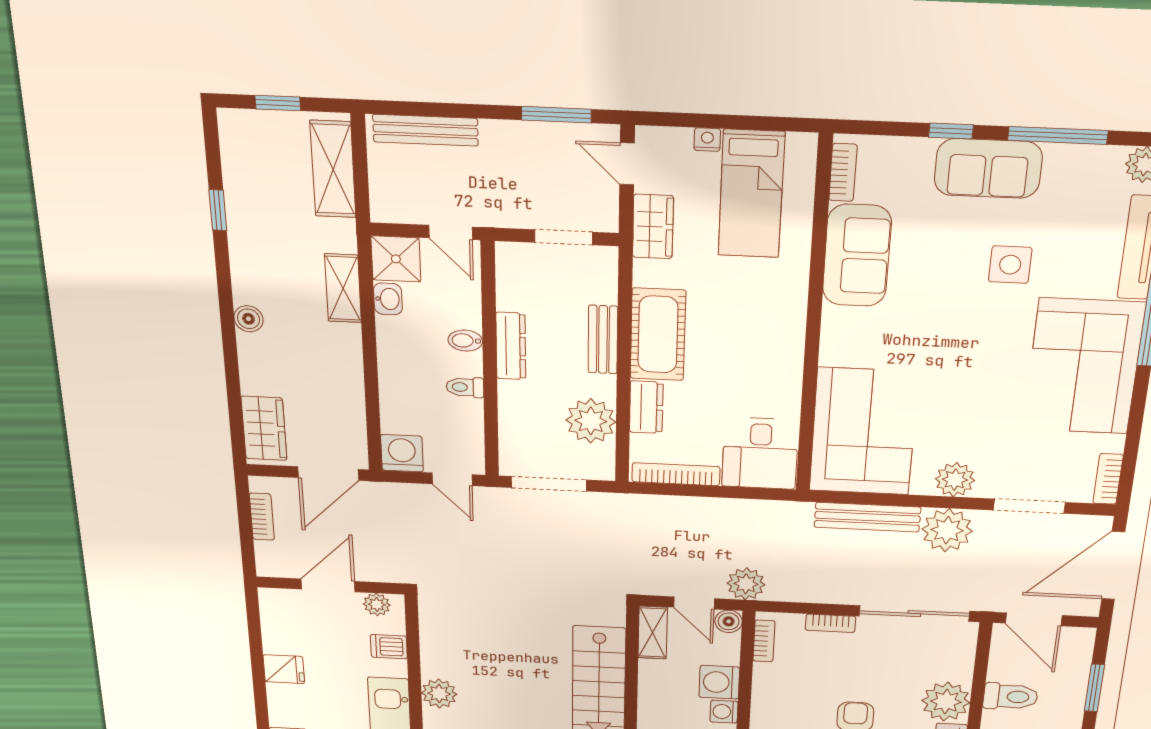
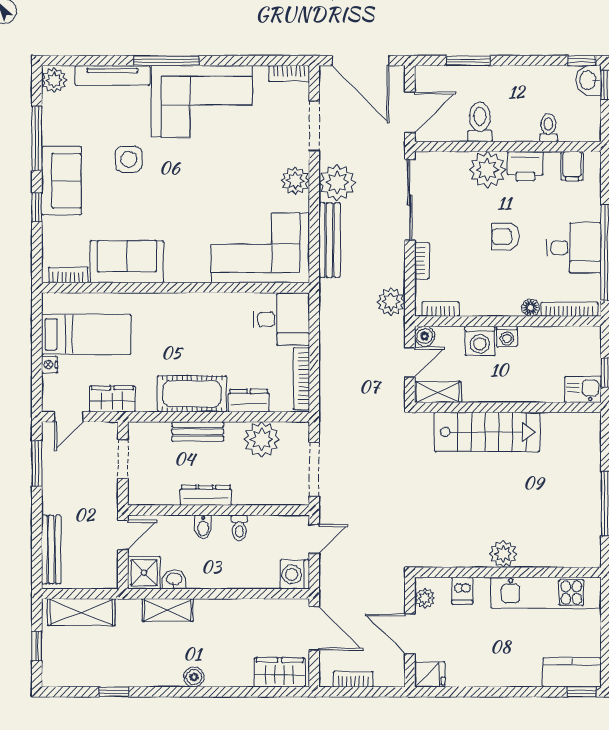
plant: (746, 584) -> (391, 302), moved
fridge: (284, 669) -> (430, 674), moved, turned 90

